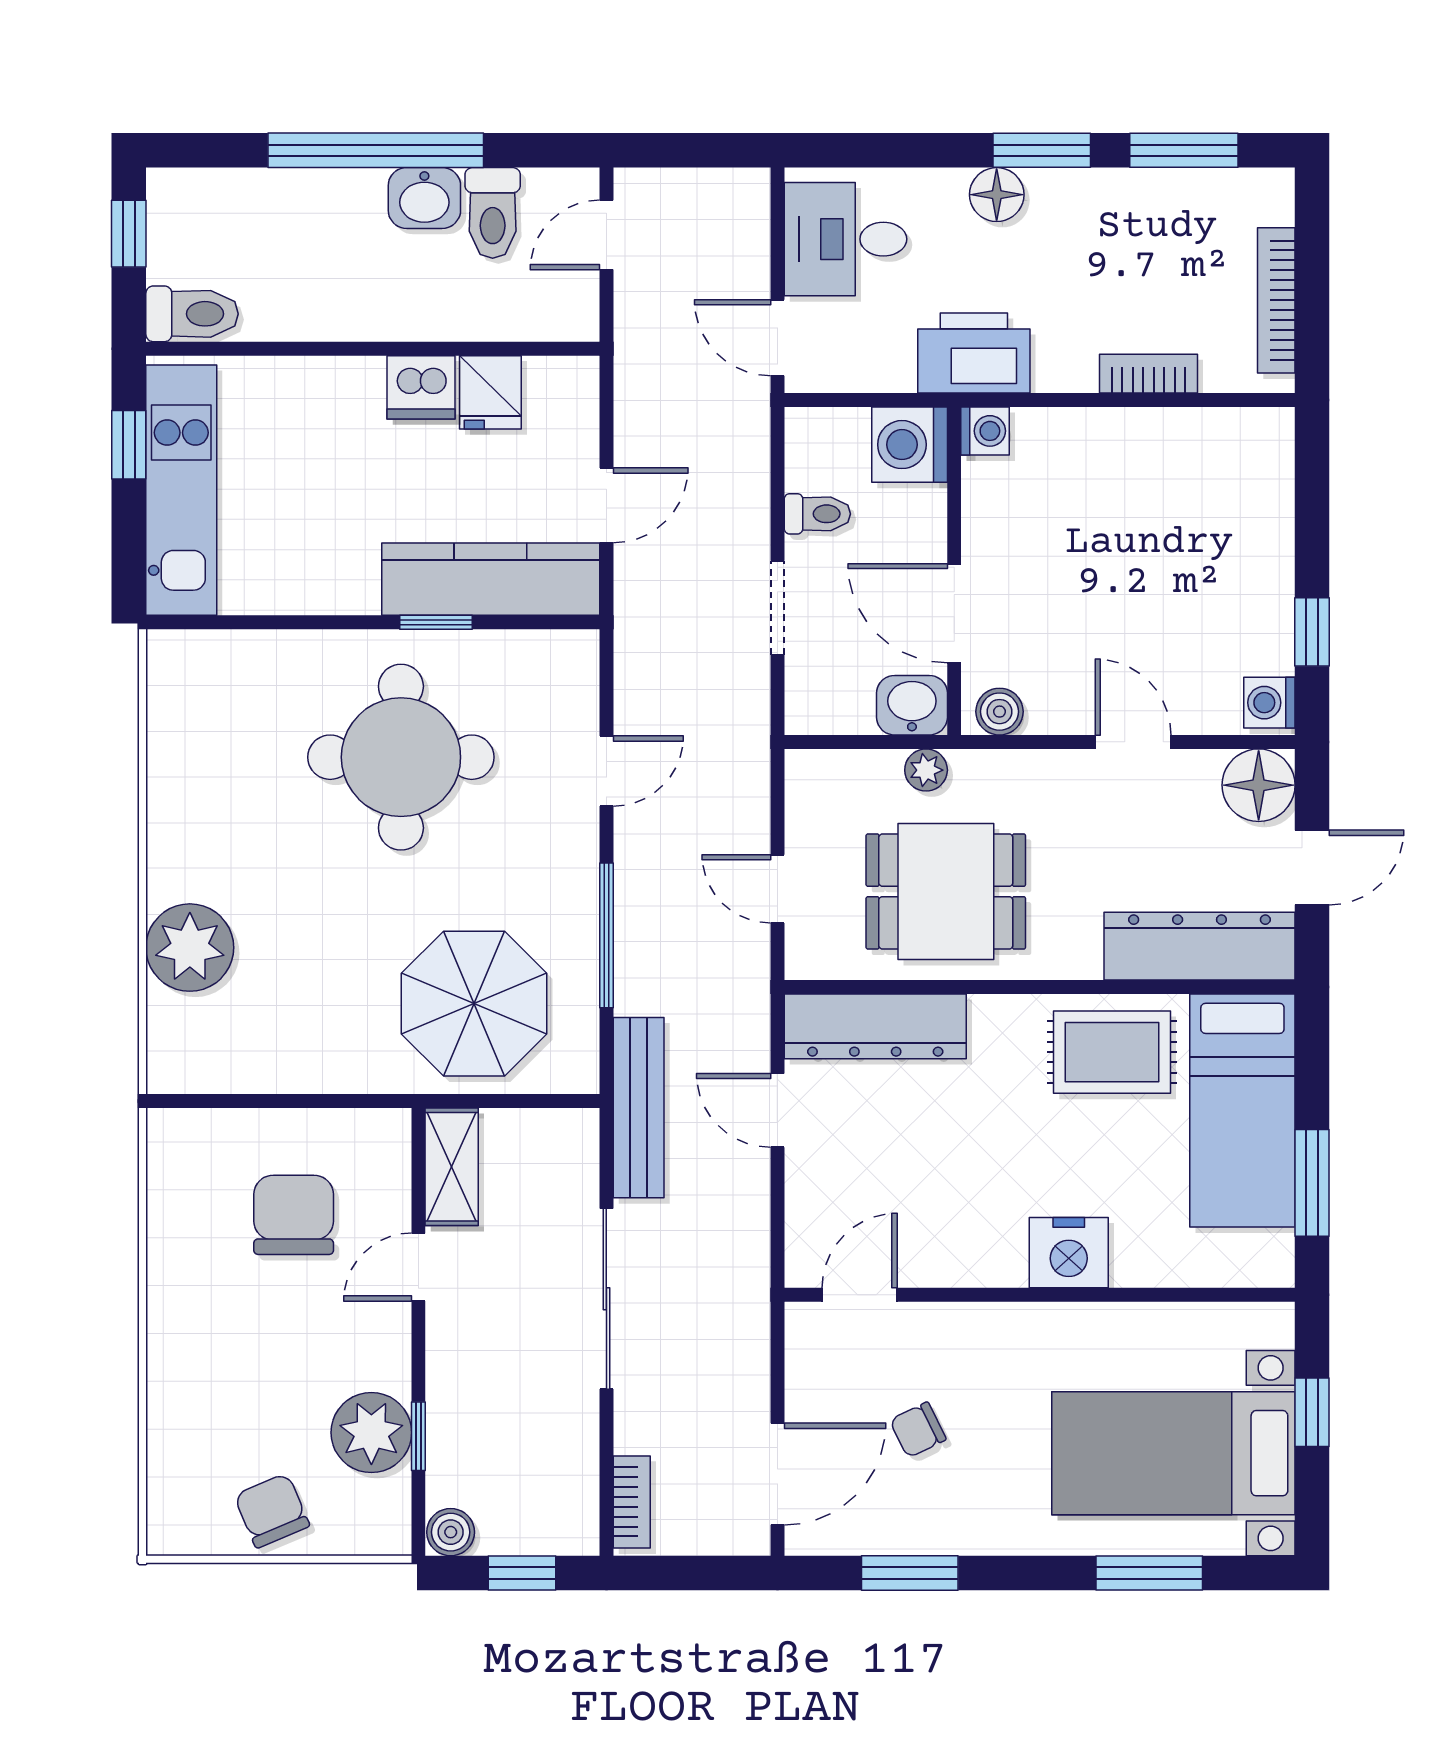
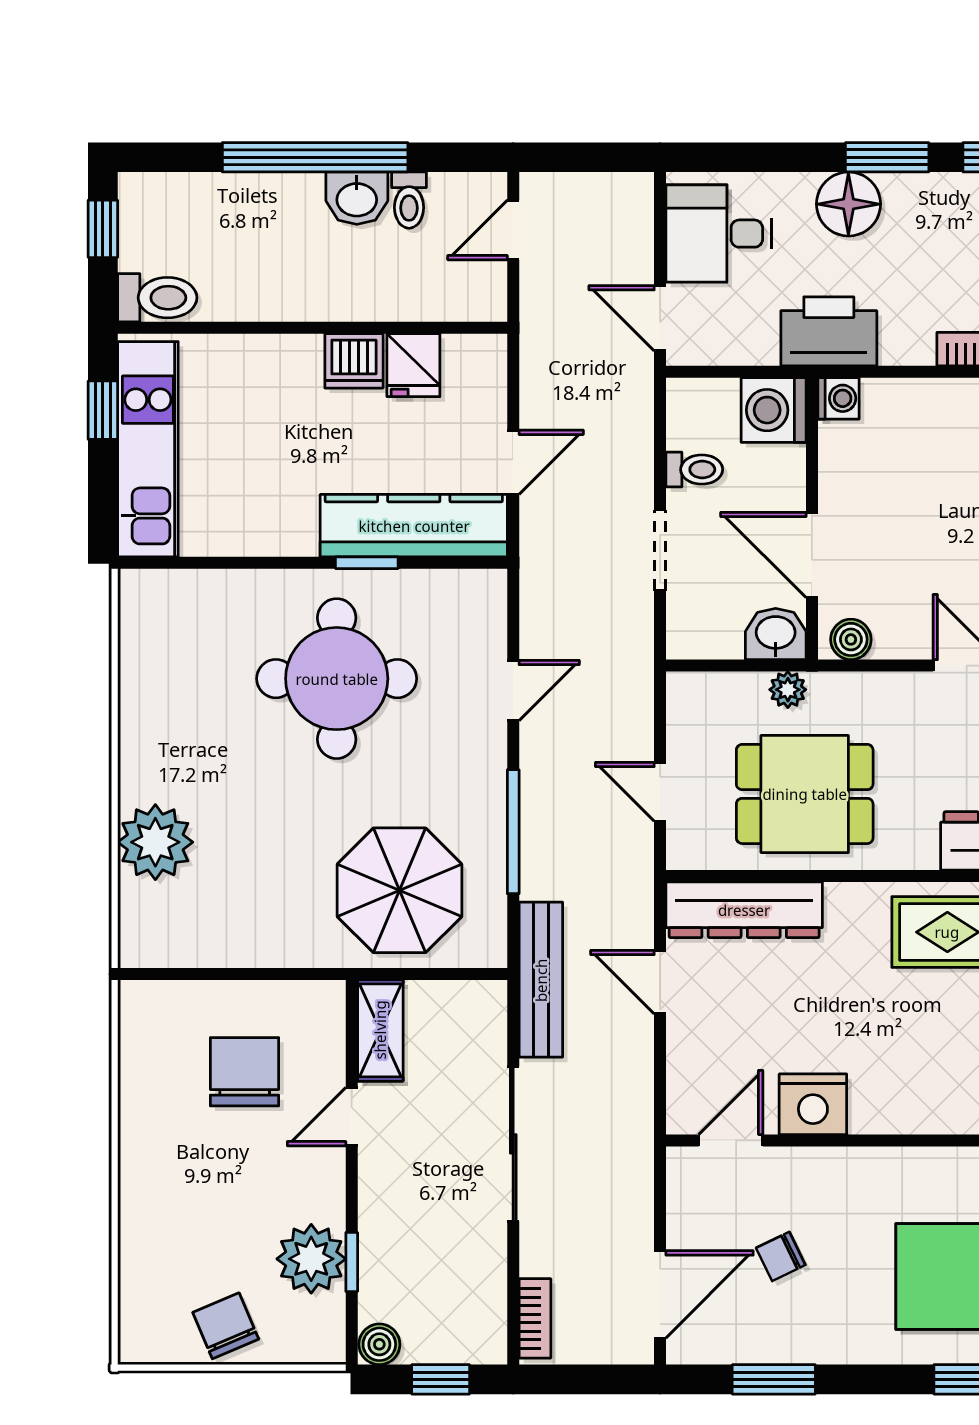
floor lamp: (997, 195) -> (848, 204), width x1.38, depth x1.38
toilet: (493, 213) -> (409, 200), width x0.73, depth x0.72
nightstand: (1069, 1253) -> (813, 1104), moved

